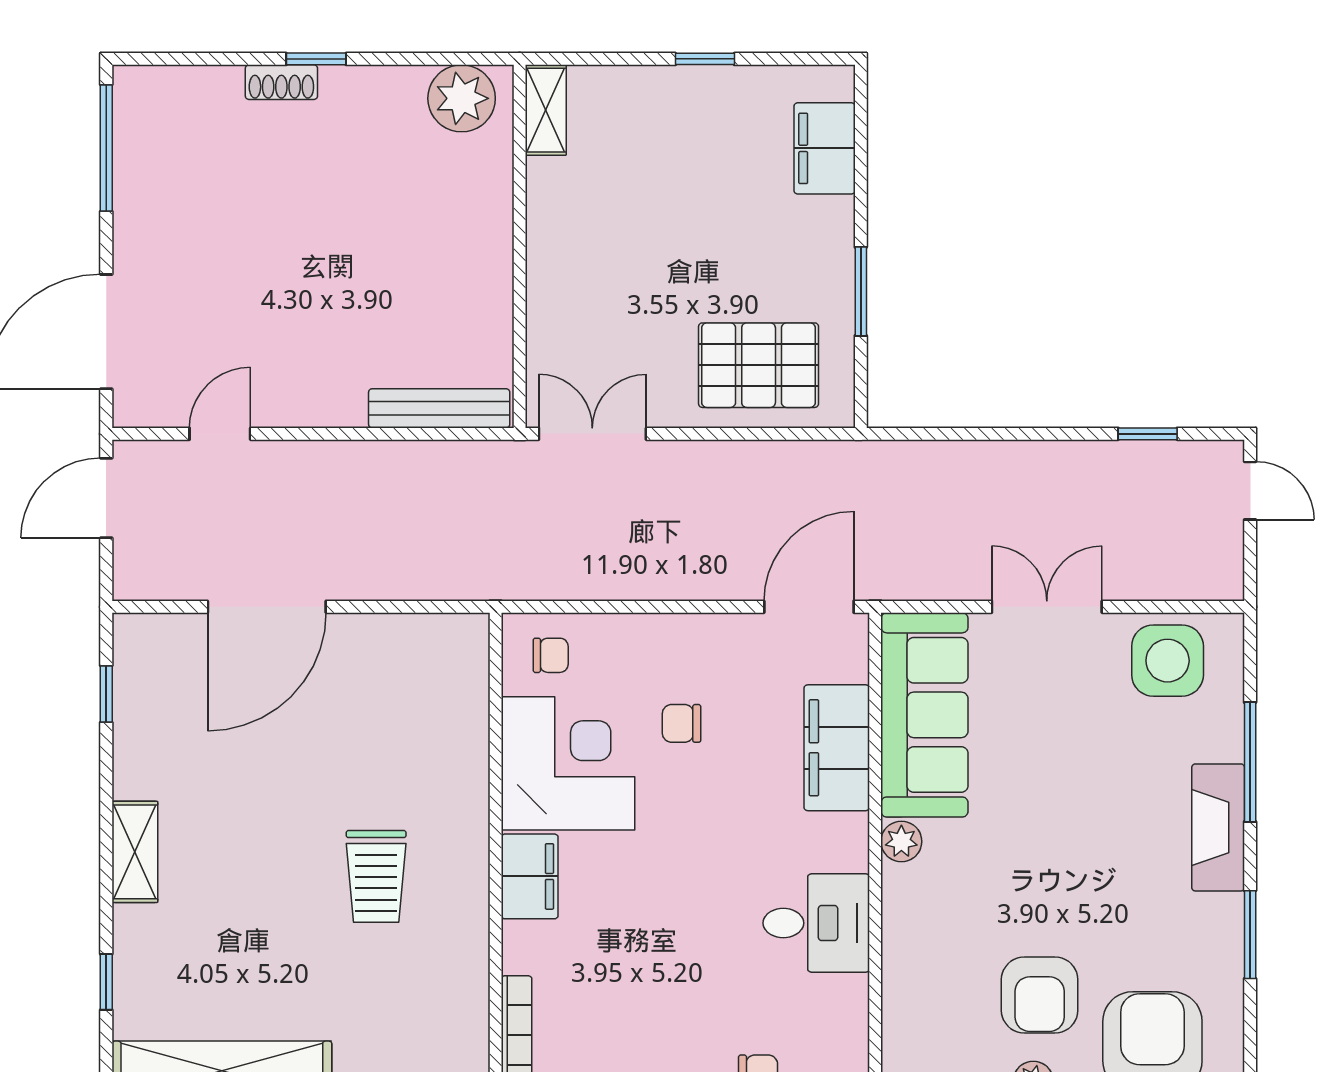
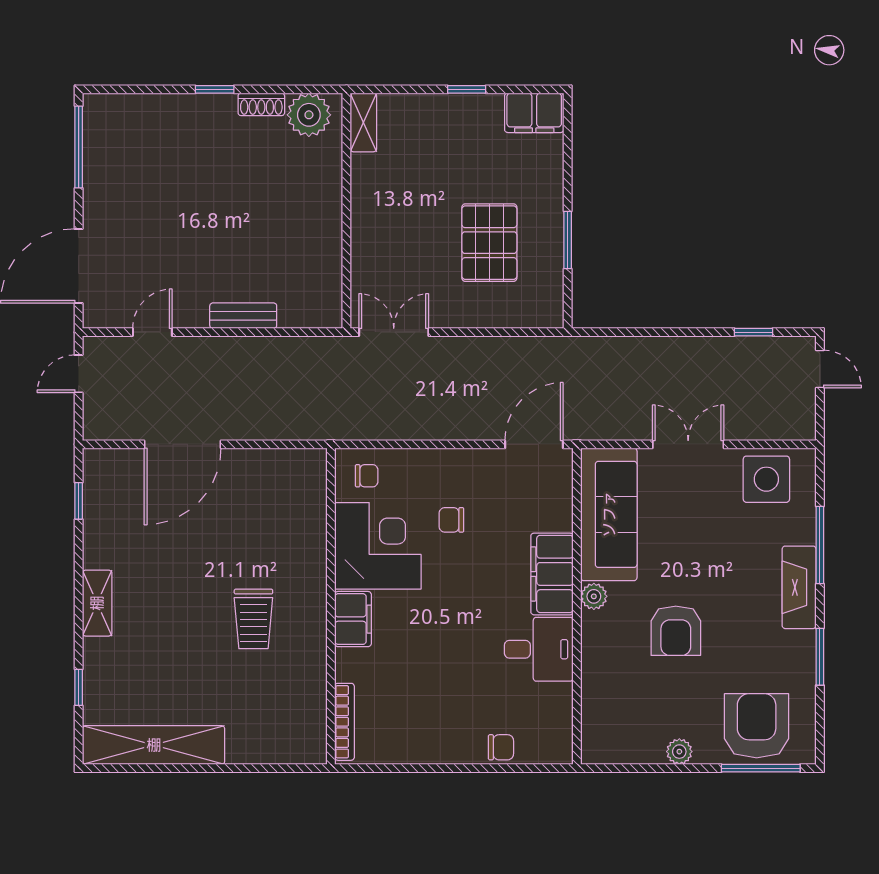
shoe rack: (281, 82) -> (261, 104), moved
filing cabinet: (825, 148) -> (534, 113), moved, turned -90
pallet: (759, 365) -> (489, 243), moved, turned 90
bench: (439, 408) -> (243, 316), moved, width x0.73
door: (106, 498) -> (79, 374), width x0.73
filing cabinet: (837, 748) -> (552, 574), moved
armchair: (1040, 995) -> (676, 631), moved

